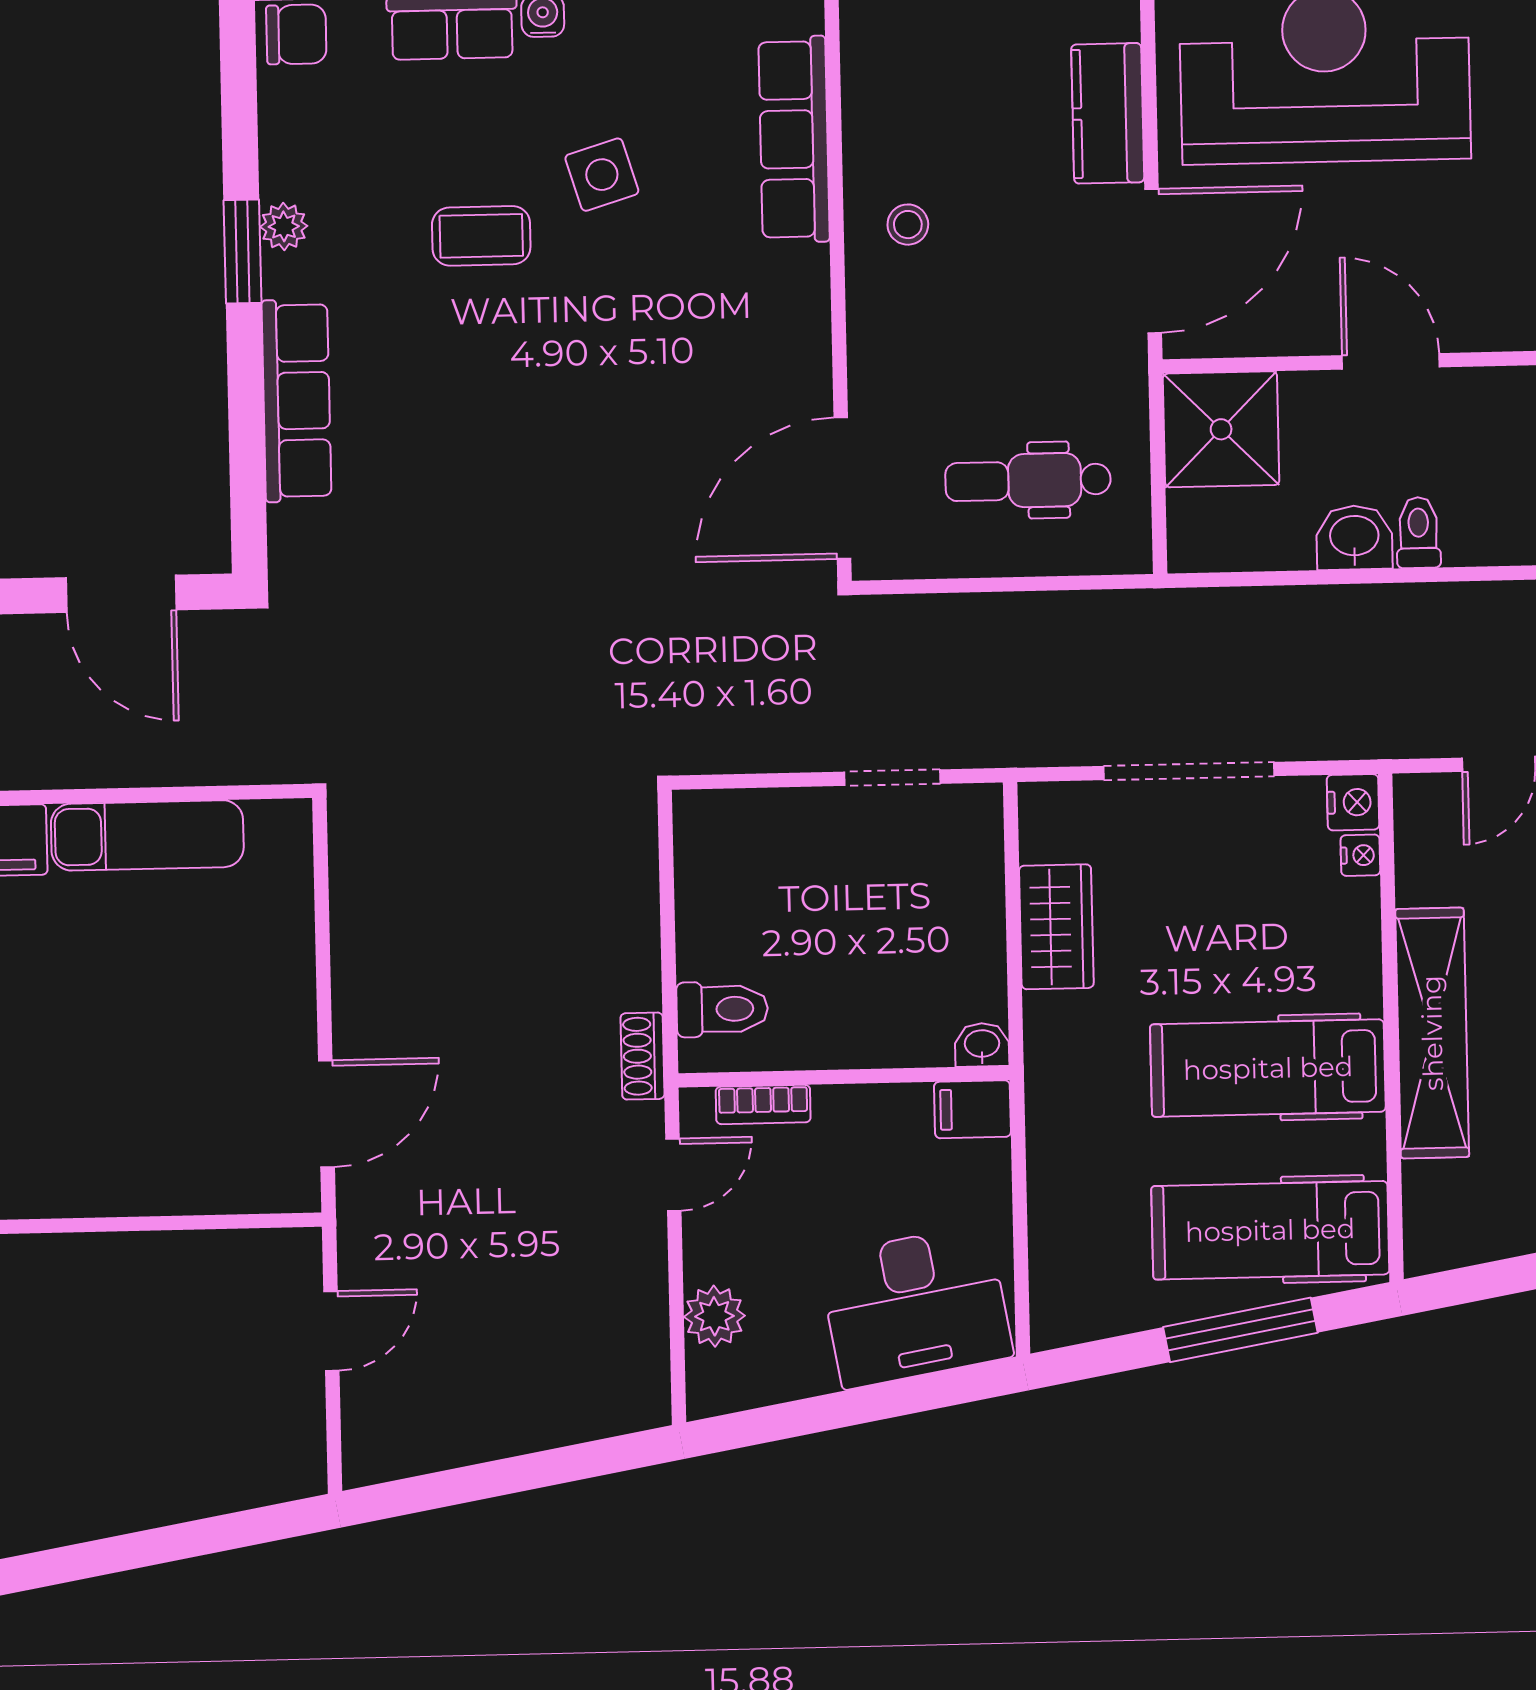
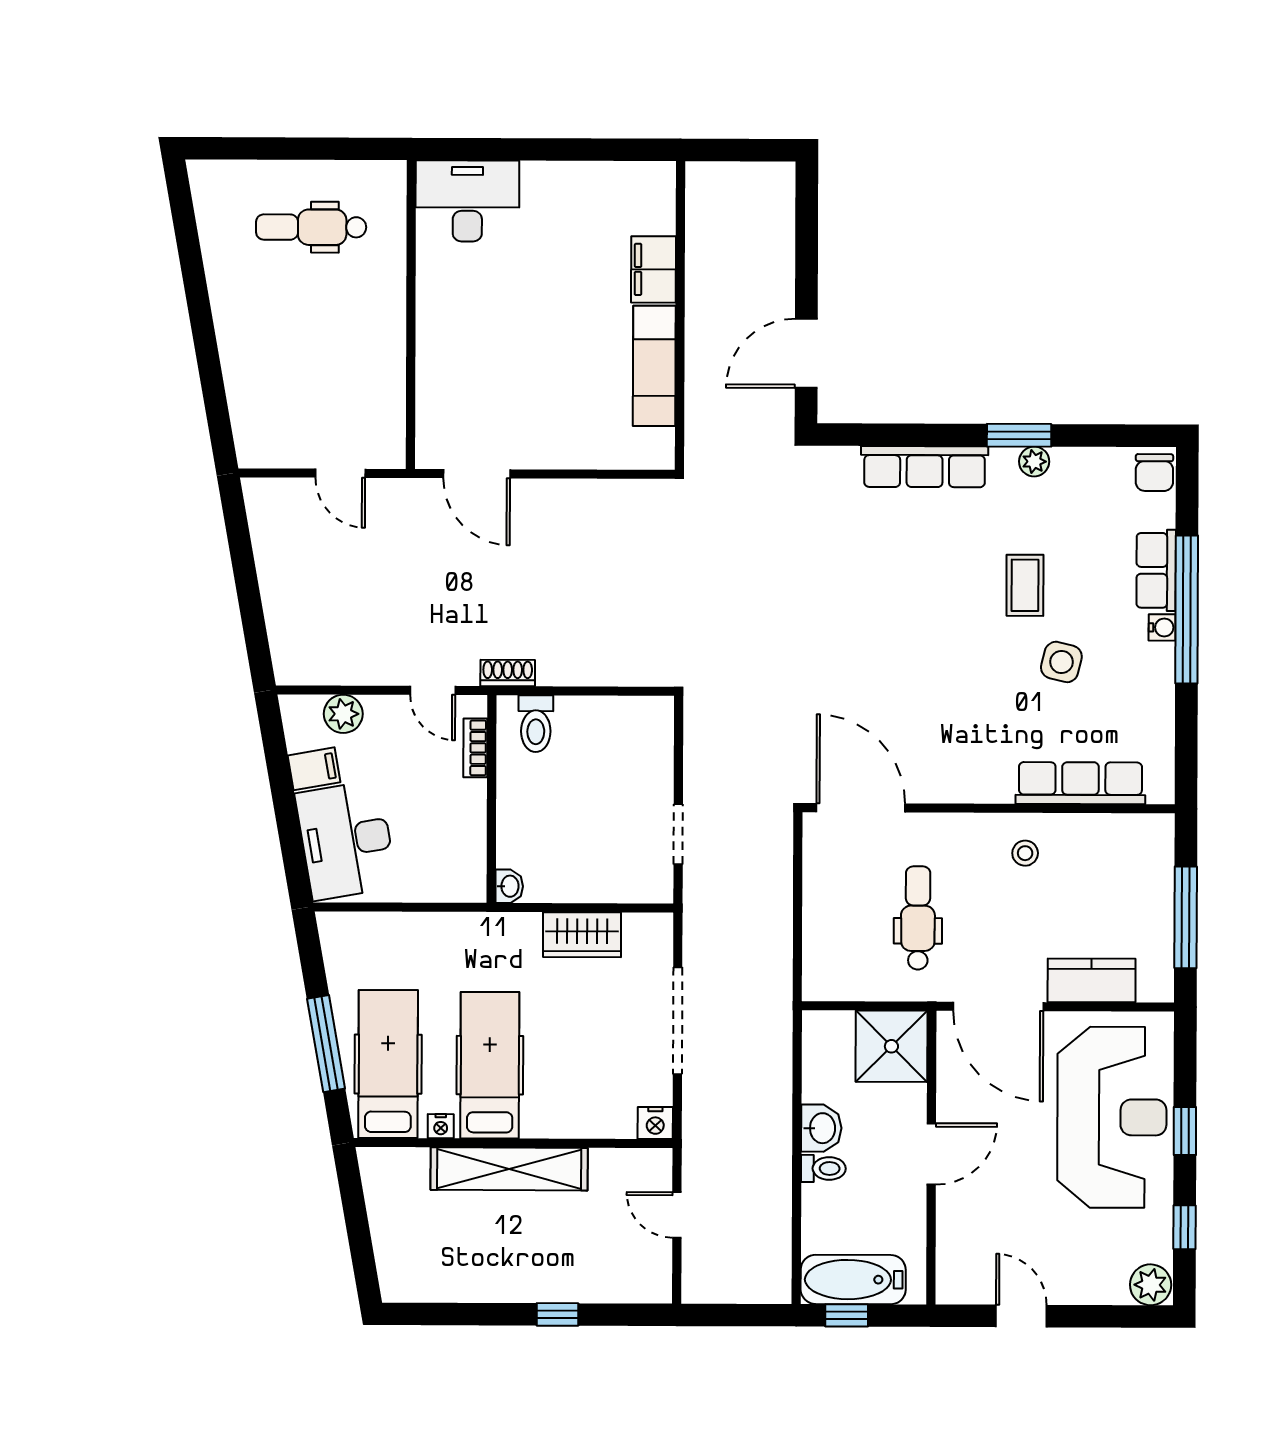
side table: (602, 175) -> (1061, 662), turned 31
dental chair: (1028, 480) -> (918, 918), moved
nightstand: (1360, 855) -> (441, 1126), moved
filing cabinet: (972, 1109) -> (314, 769), moved, turned 80

